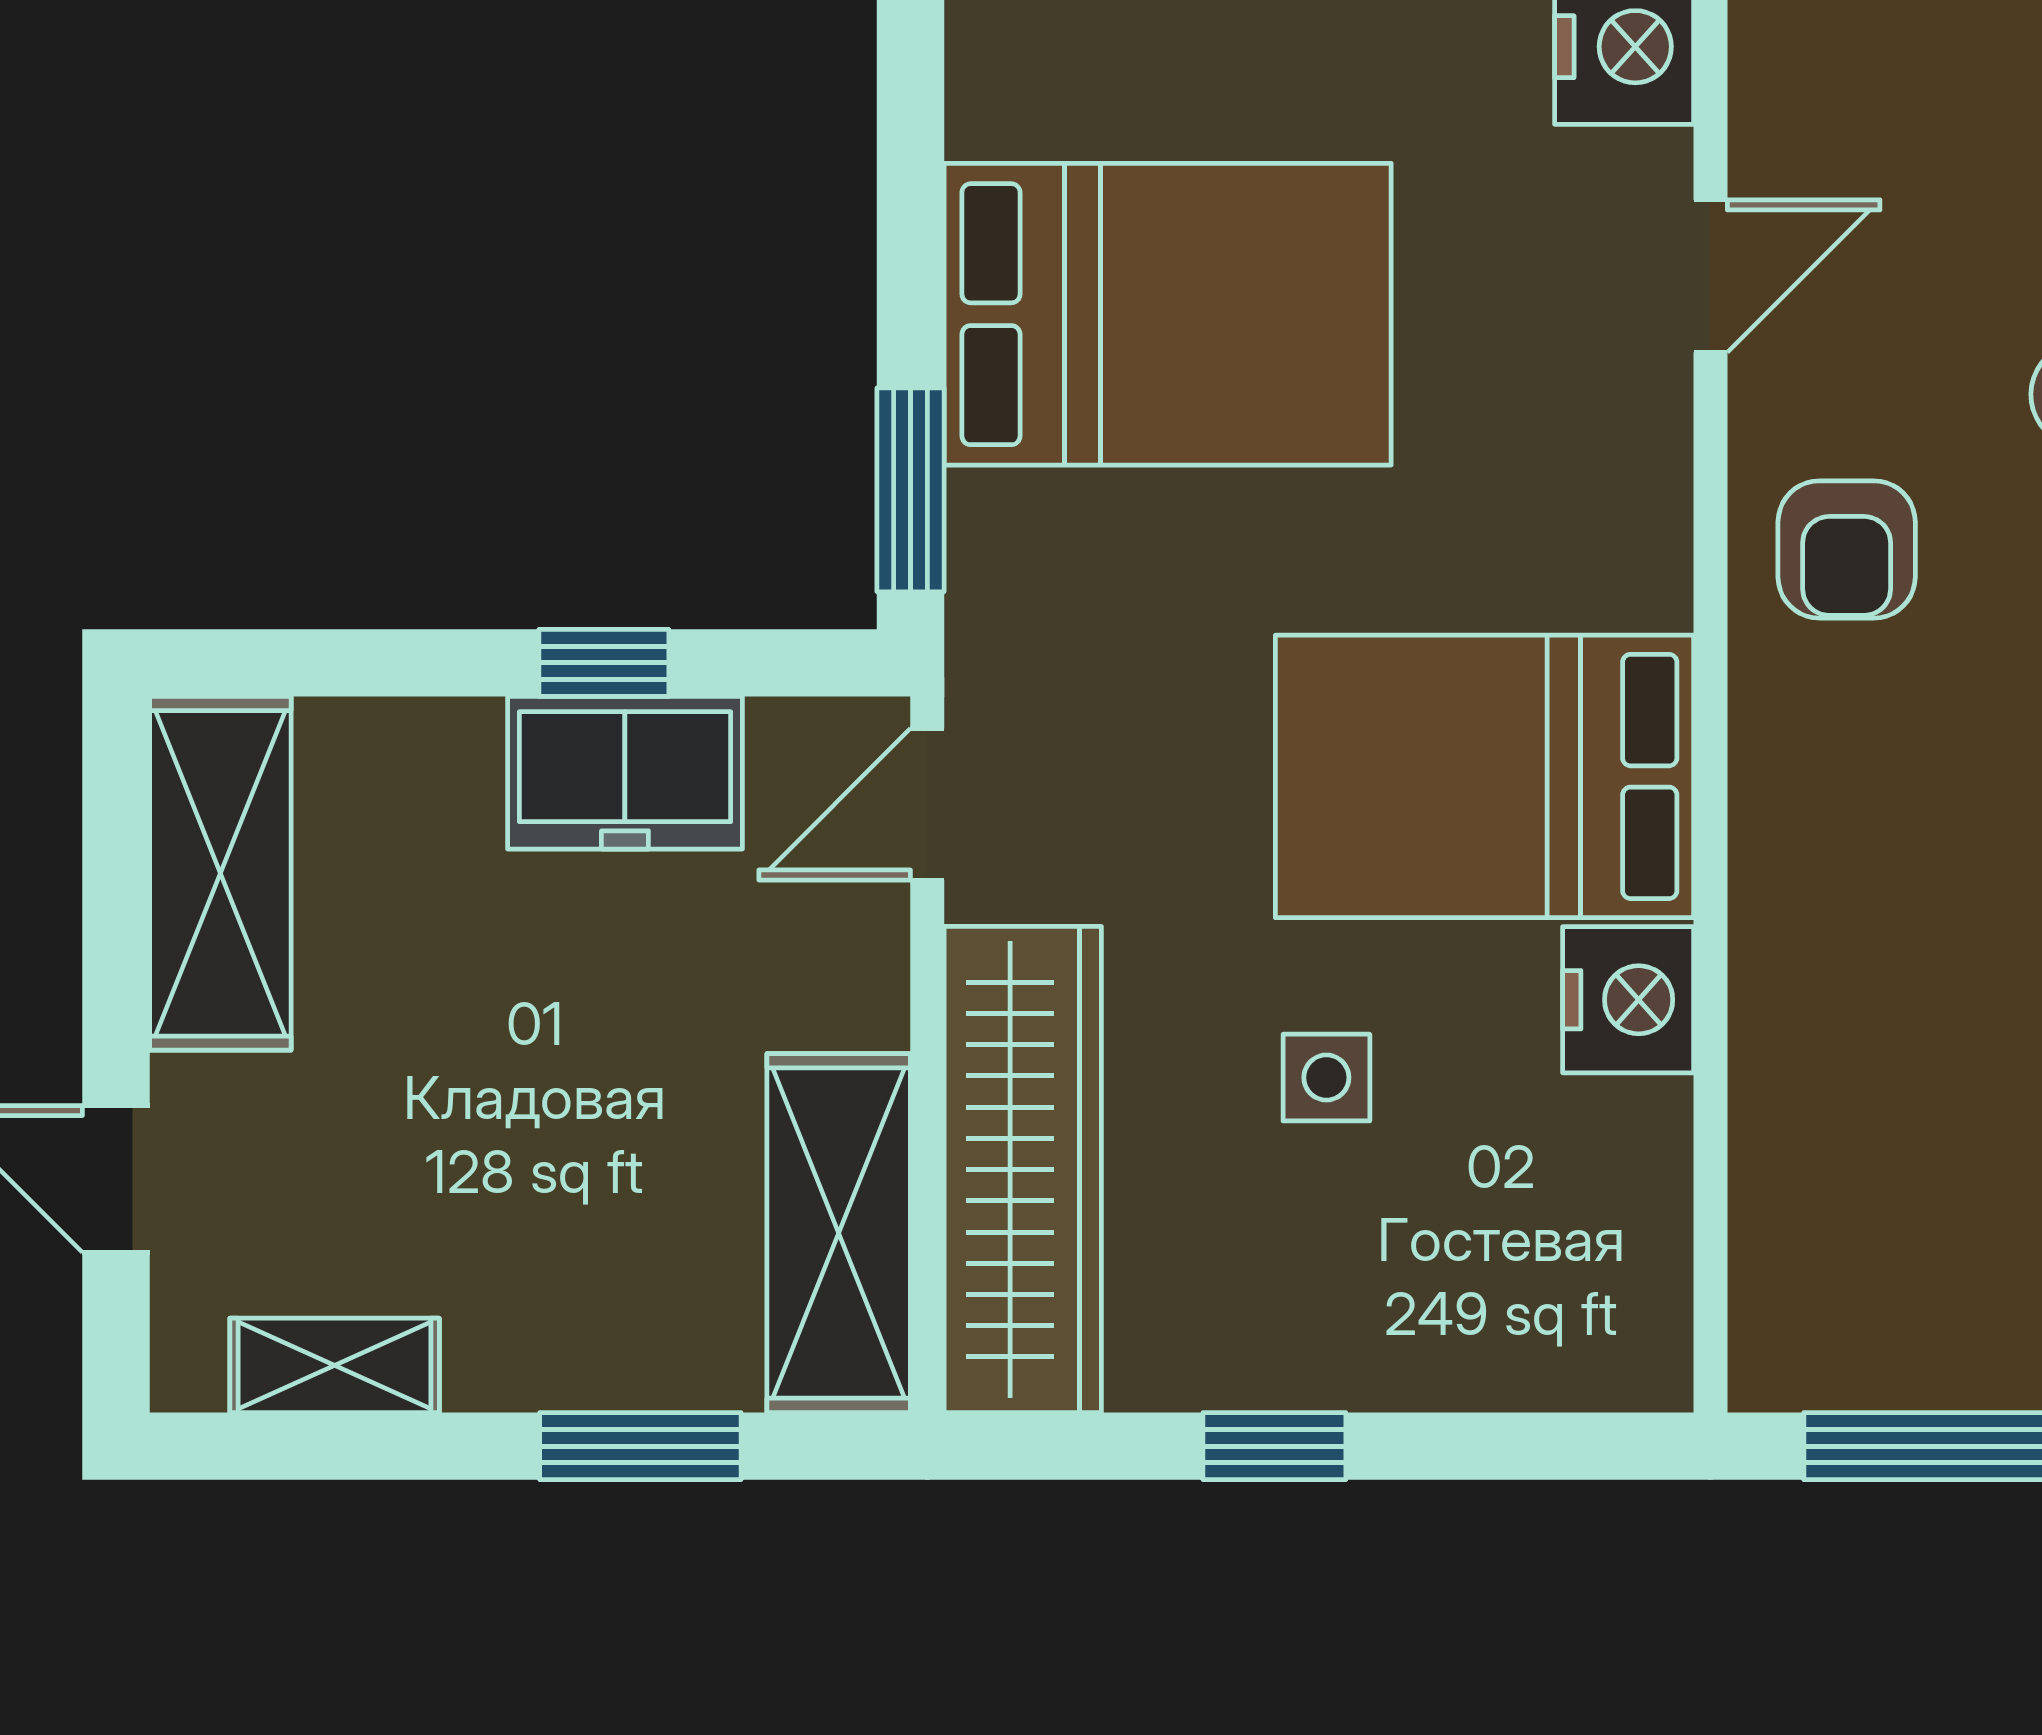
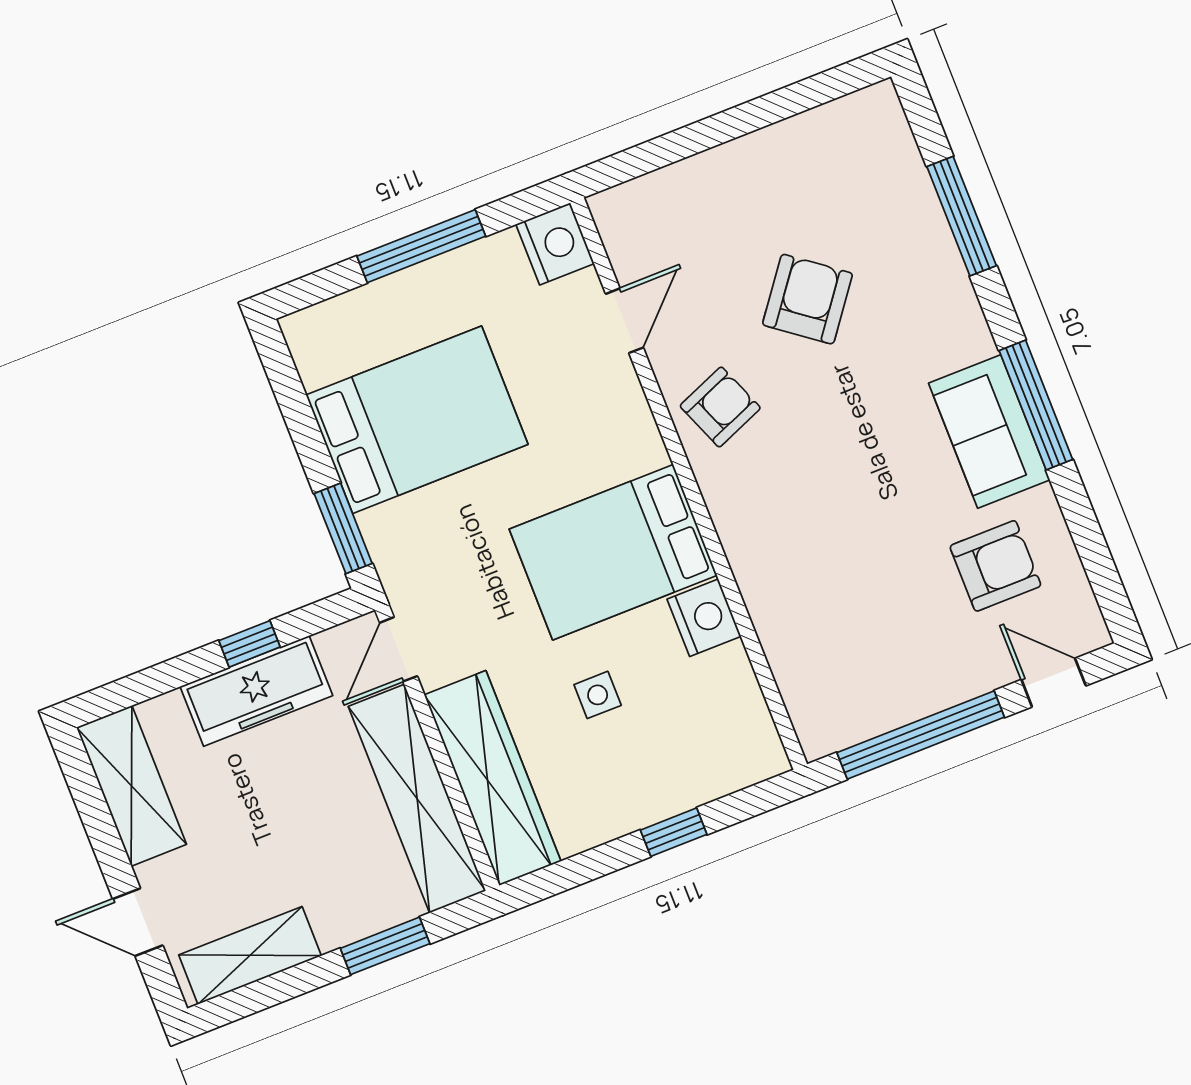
armchair: (1847, 549) -> (720, 407), turned -112
freezer: (625, 773) -> (256, 691), width x1.40
shelving: (839, 1233) -> (417, 799), width x1.47
shelving: (335, 1365) -> (250, 955), width x1.50, depth x1.33
window: (1274, 1446) -> (674, 832), moved

